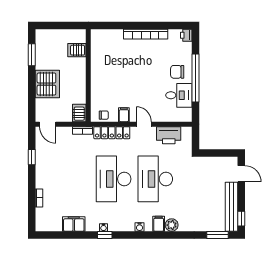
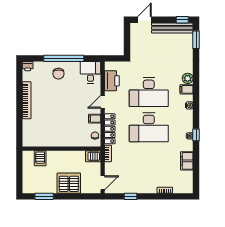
desk: (179, 95) -> (90, 72), moved

